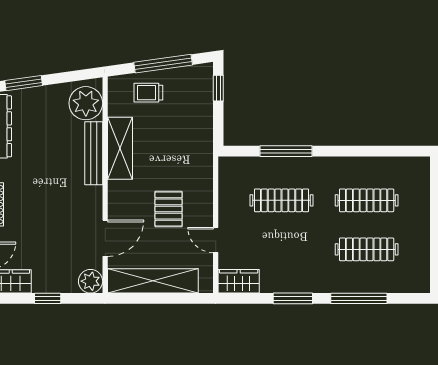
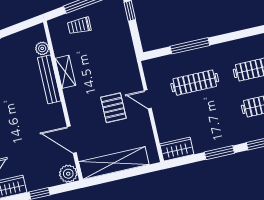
plant: (86, 103) -> (42, 48), width x0.53, depth x0.53
shelving: (120, 148) -> (65, 72), width x0.67, depth x0.75
door: (105, 238) -> (72, 140), swing flipped
door: (216, 240) -> (148, 99), moved

